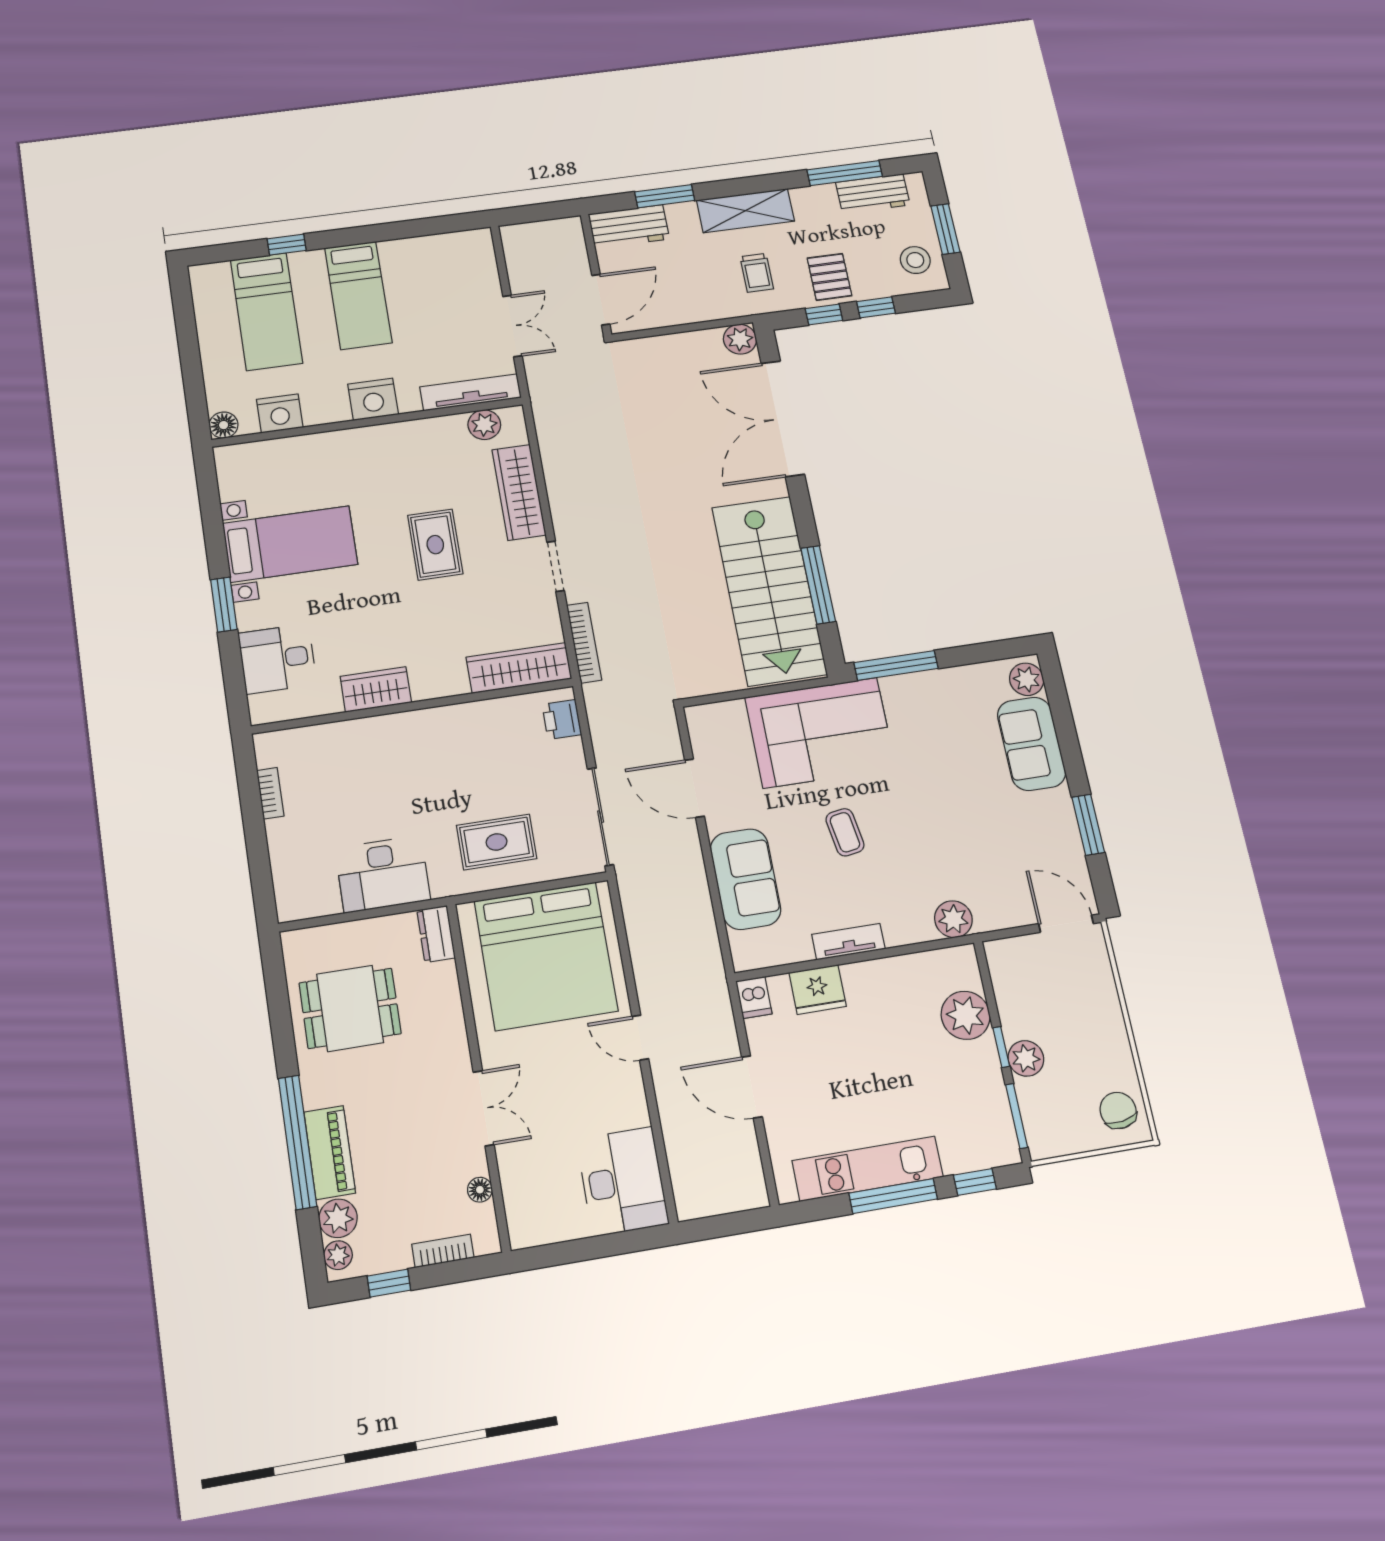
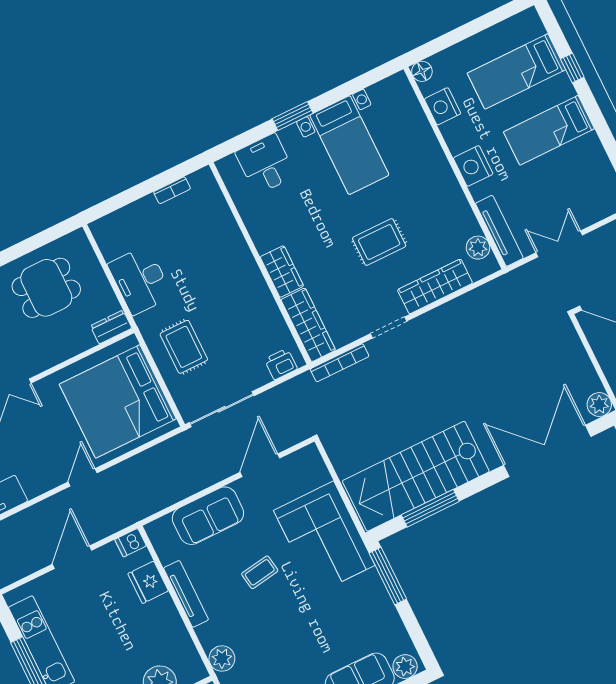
double door: (512, 326) -> (559, 244), swing flipped
wardrobe: (376, 689) -> (282, 272), moved
tv unit: (848, 942) -> (186, 594), width x1.41
dining table: (350, 1008) -> (46, 288), turned 90

